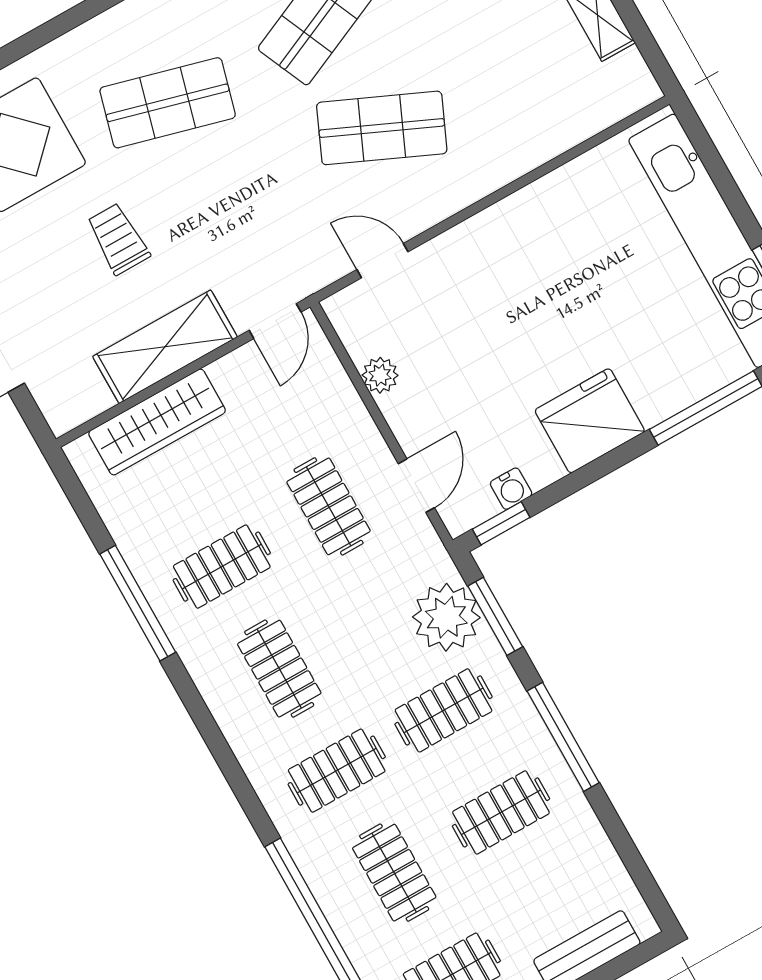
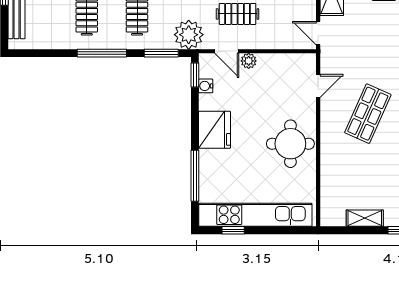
round table: (531, 251) -> (290, 144), added
plant: (380, 375) -> (249, 61), moved
plant: (446, 617) -> (189, 35), moved

